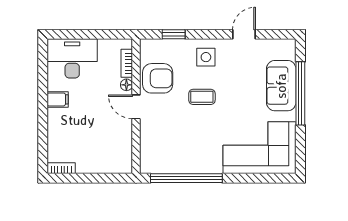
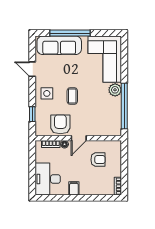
sofa: (281, 86) -> (59, 45), width x1.36
armchair: (103, 137) -> (98, 160), added
plant: (212, 164) -> (115, 90), added

